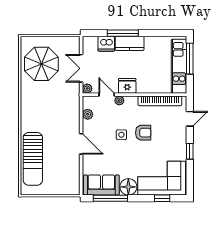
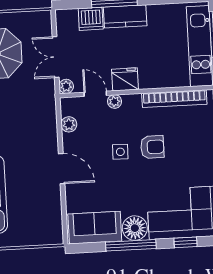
window: (110, 198) -> (131, 245), moved

